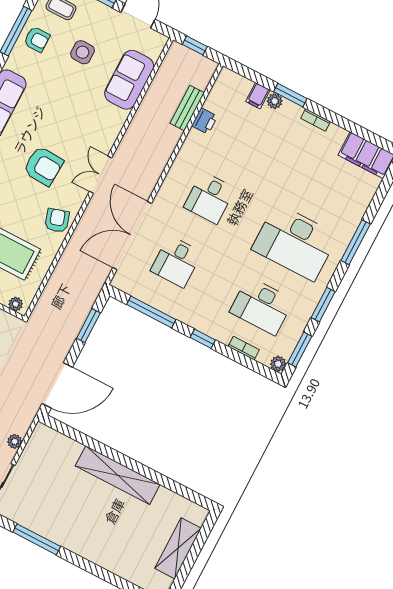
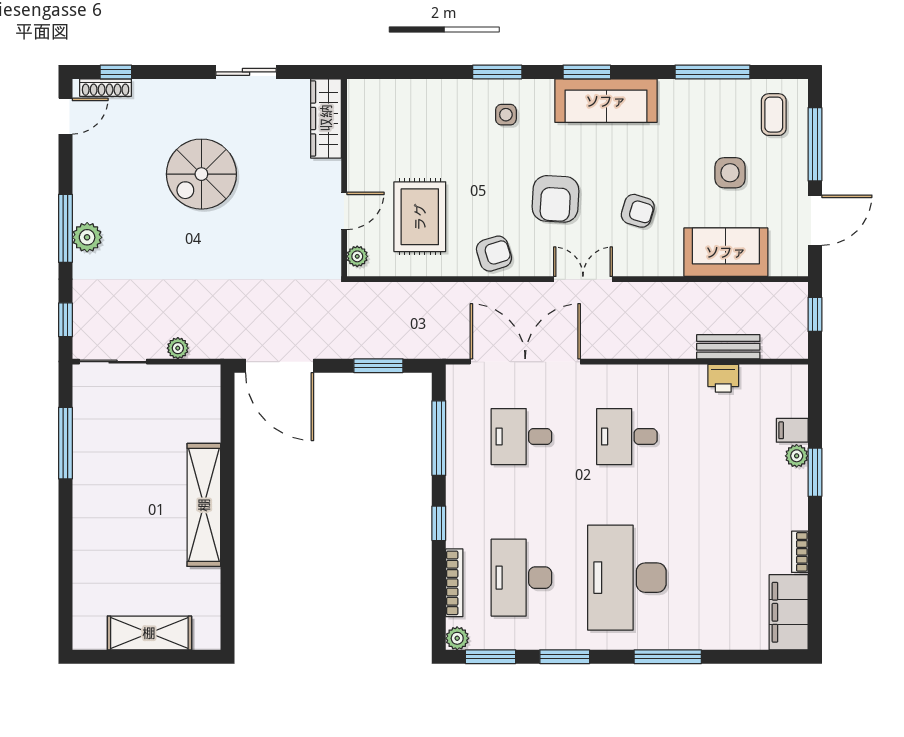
armchair: (37, 39) -> (638, 211), moved, turned -73
bookcase: (316, 120) -> (800, 552), moved
bookcase: (244, 348) -> (454, 583), width x1.56

